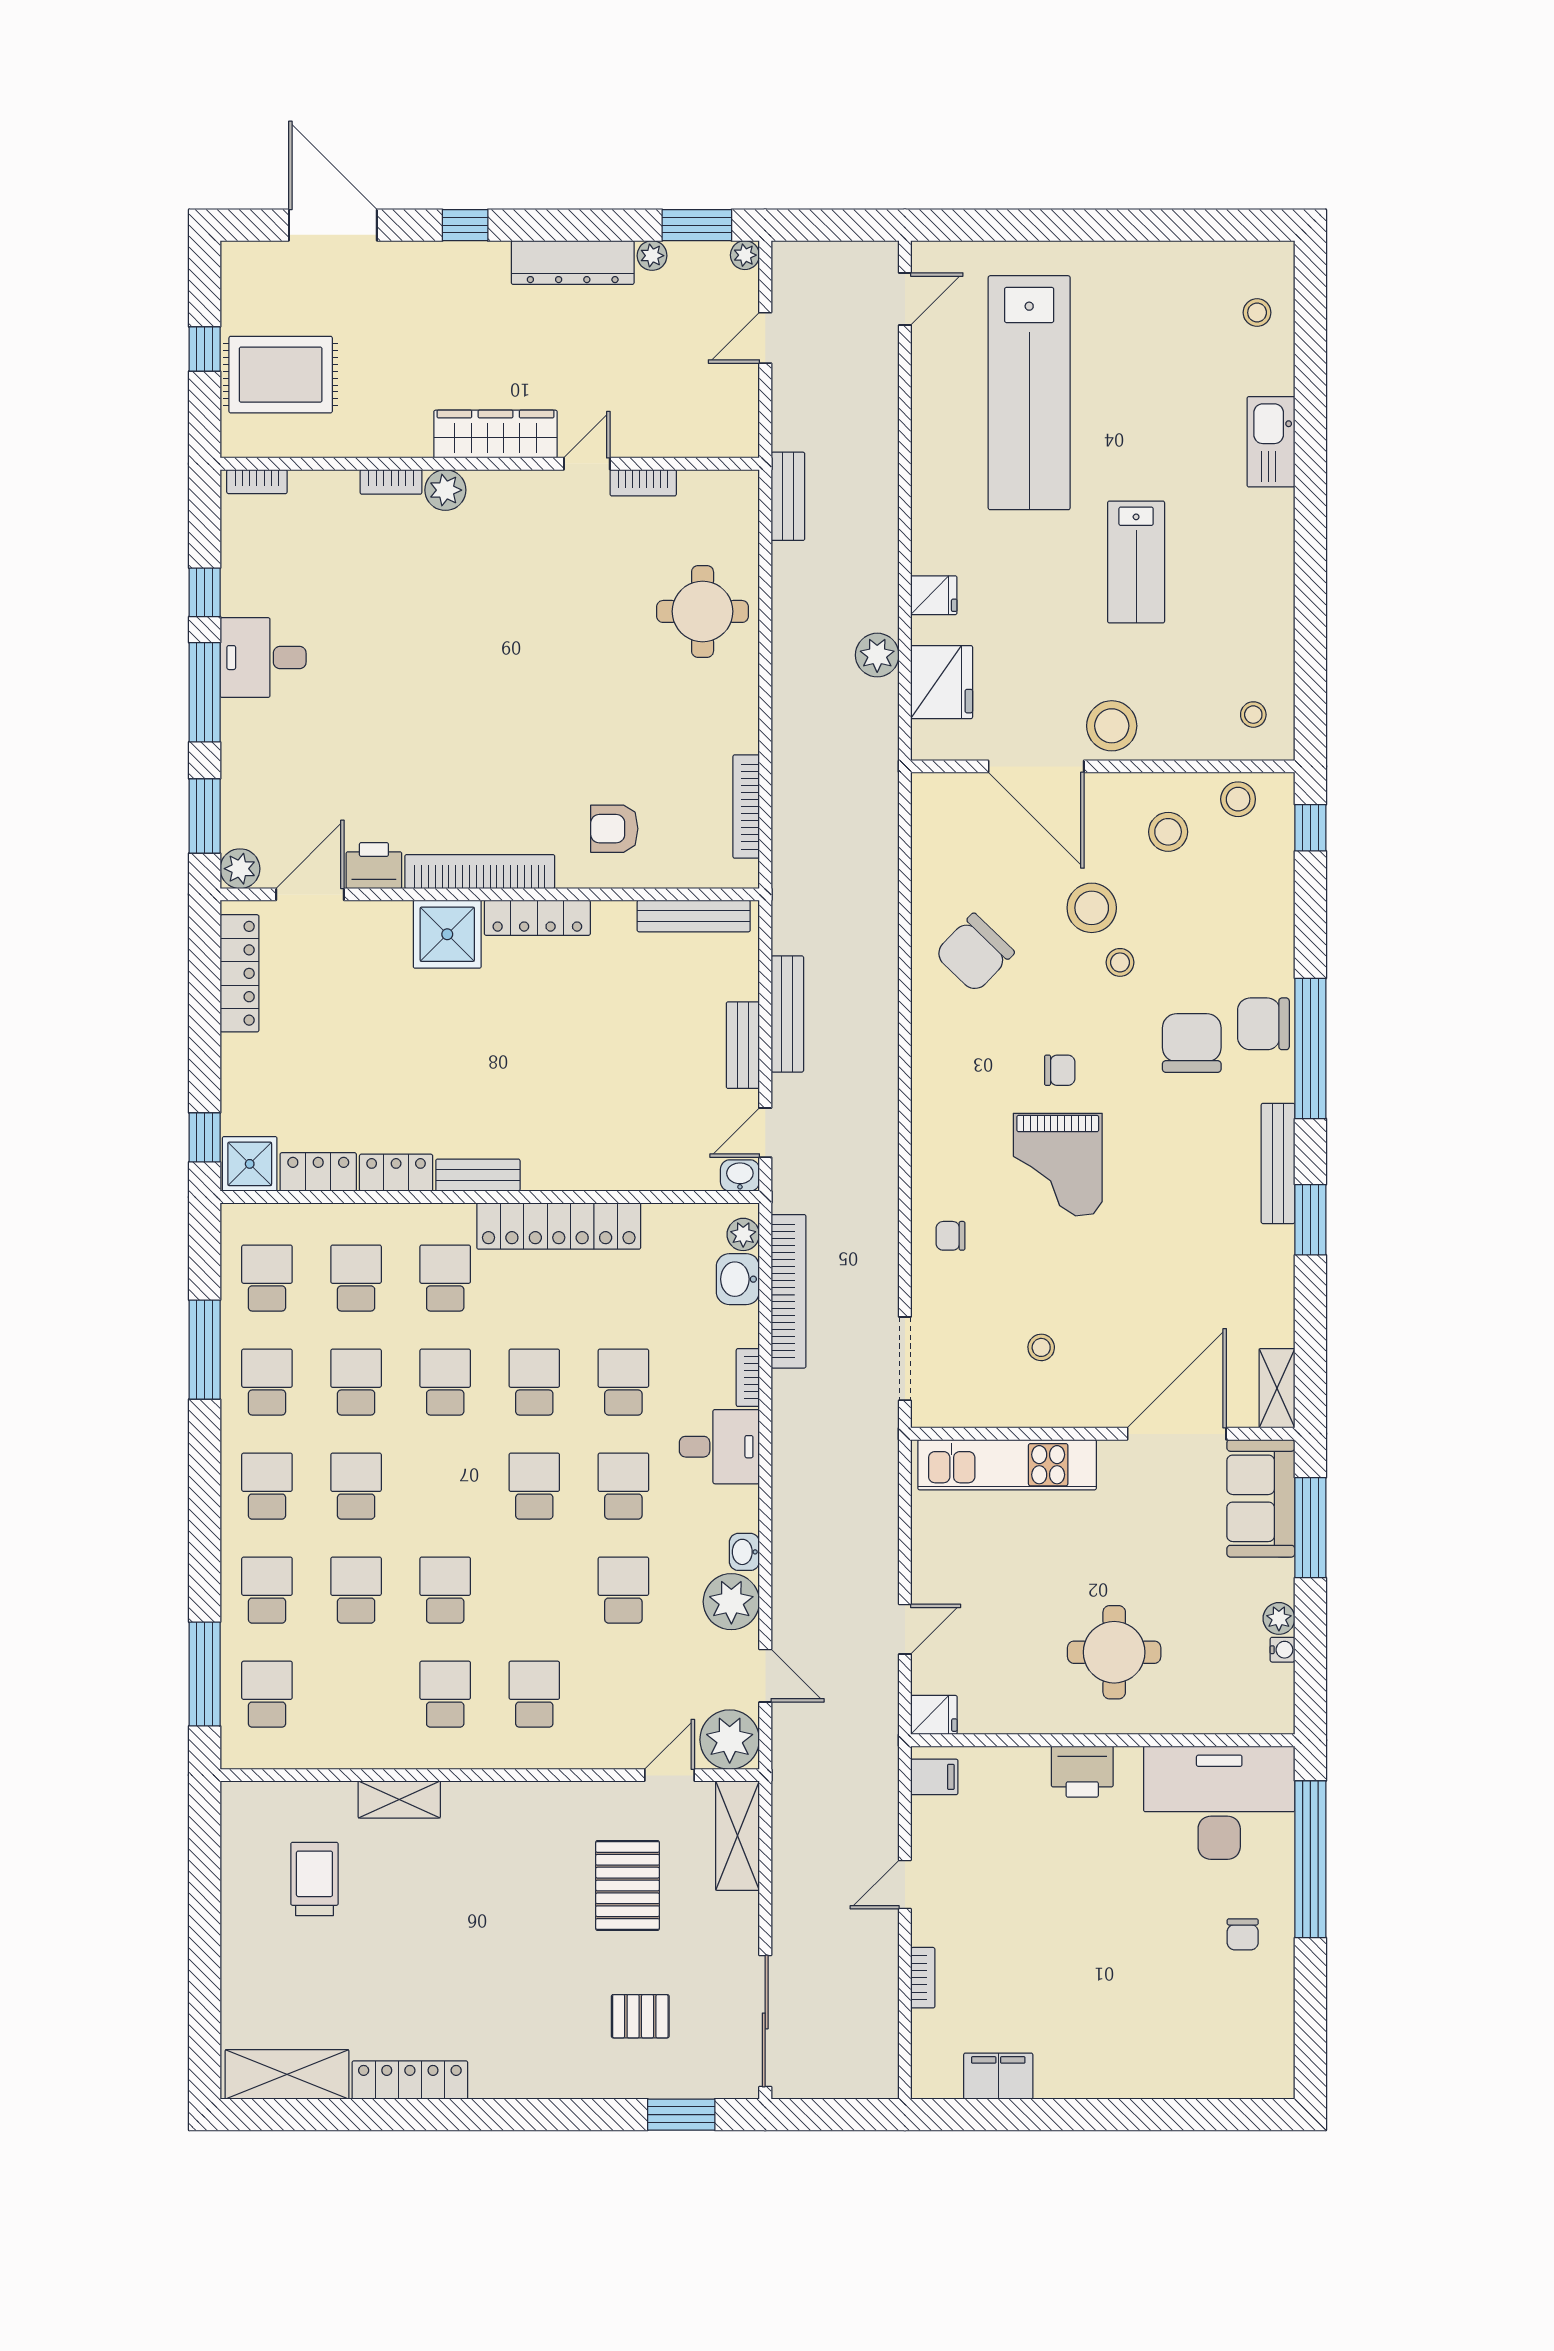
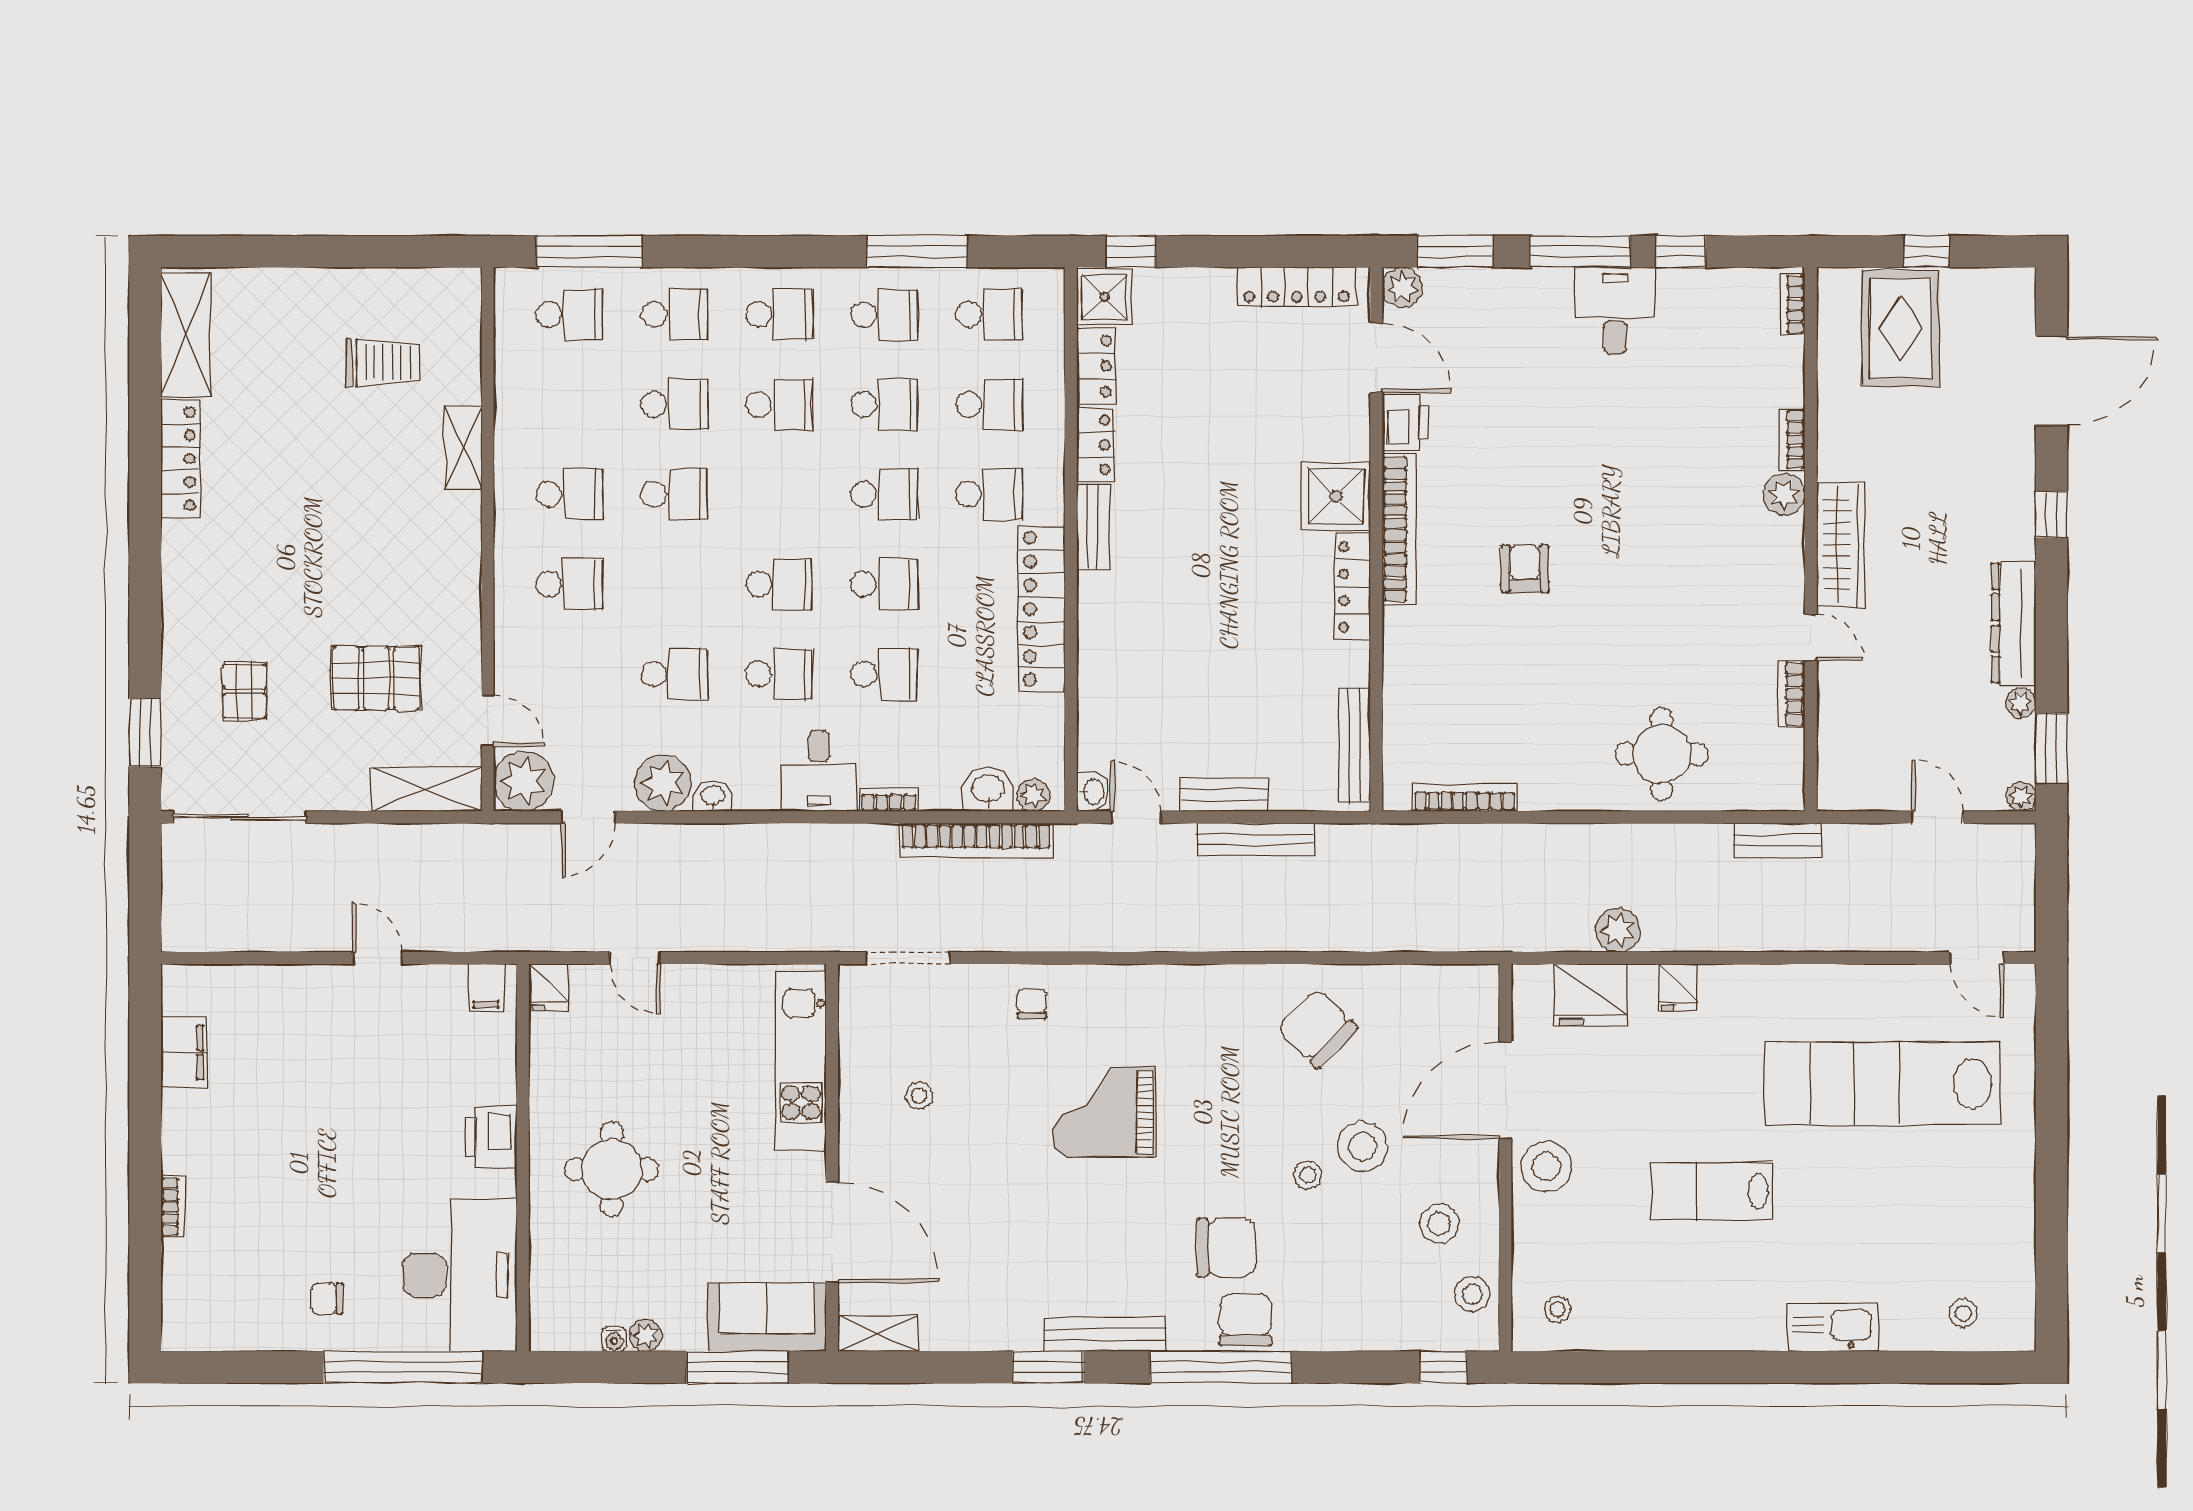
armchair: (614, 829) -> (1525, 569), moved
chair: (1060, 1070) -> (1199, 1114), removed
bookcase: (923, 1978) -> (173, 1207), moved, turned -90

